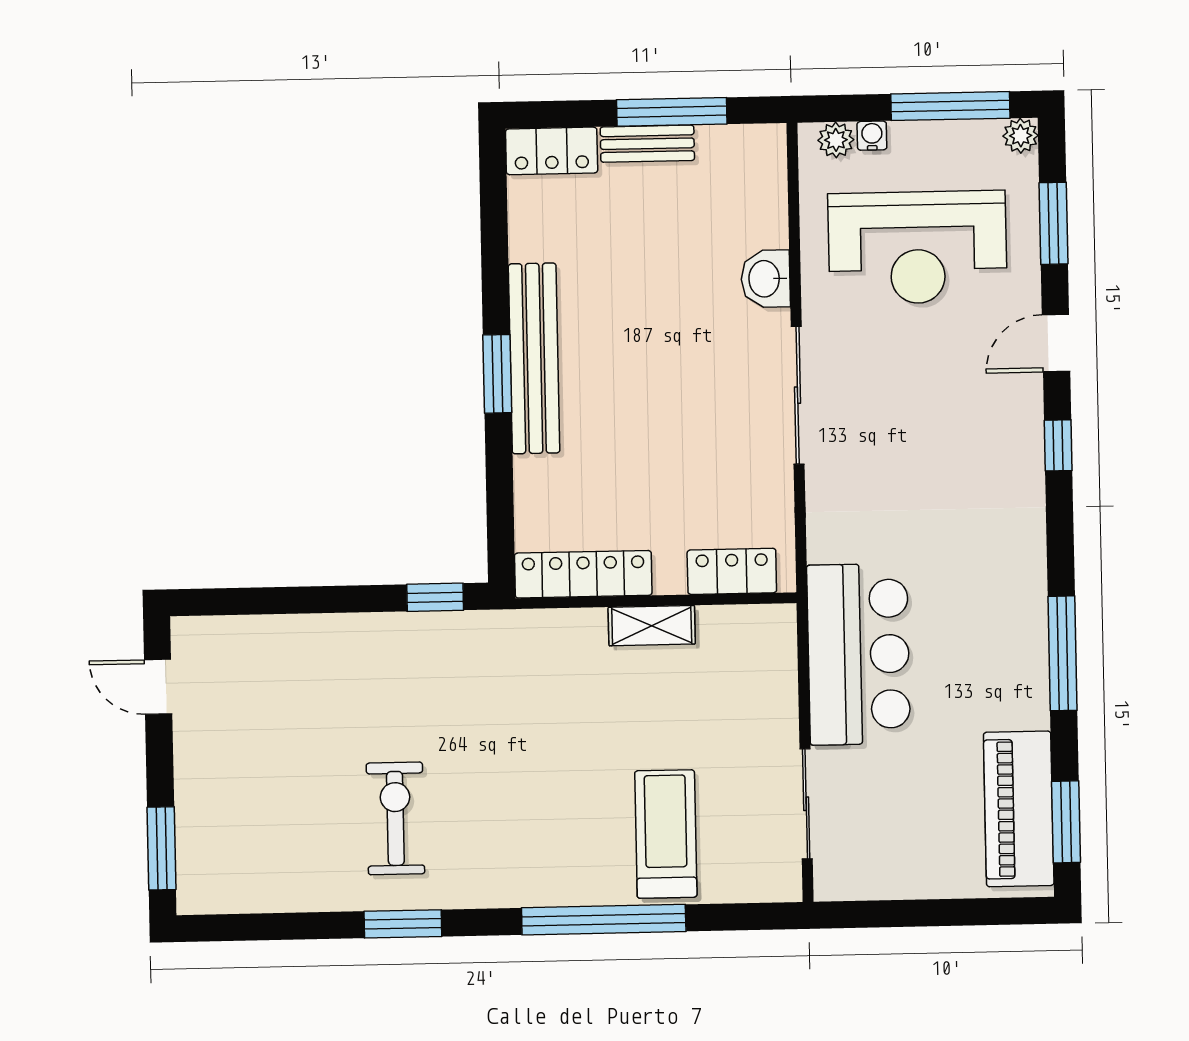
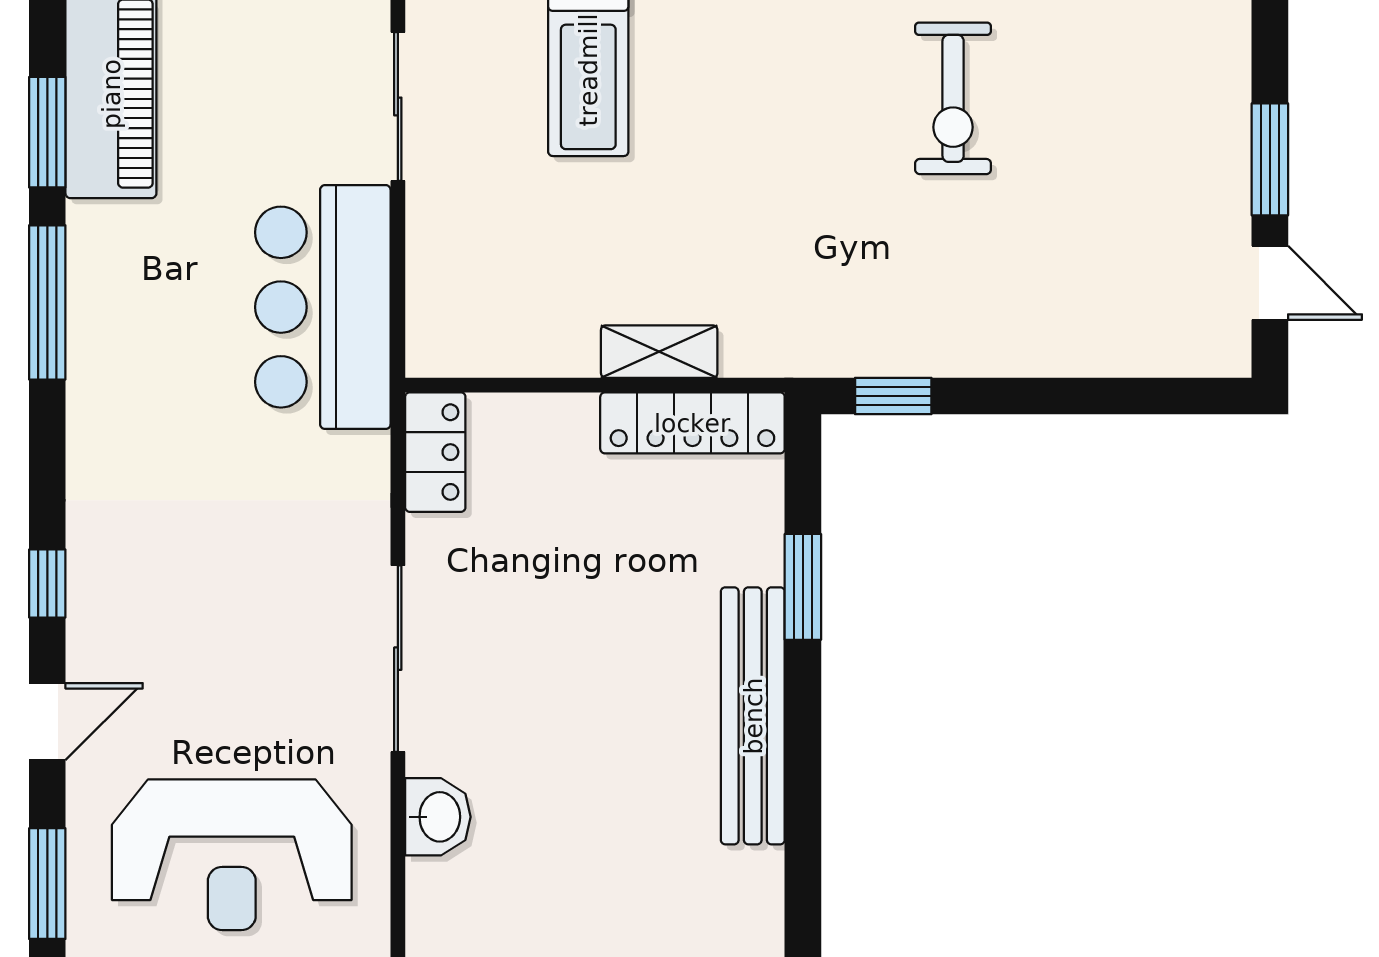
reception desk: (917, 247) -> (232, 855), turned 180
window: (497, 374) -> (803, 587), moved
locker: (732, 571) -> (435, 452), moved, turned -90
shelving: (652, 626) -> (659, 352), moved
window: (1066, 822) -> (47, 132), moved
window: (161, 848) -> (1270, 159), moved

